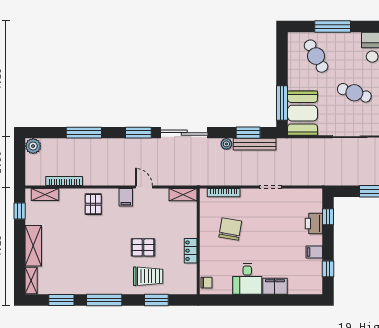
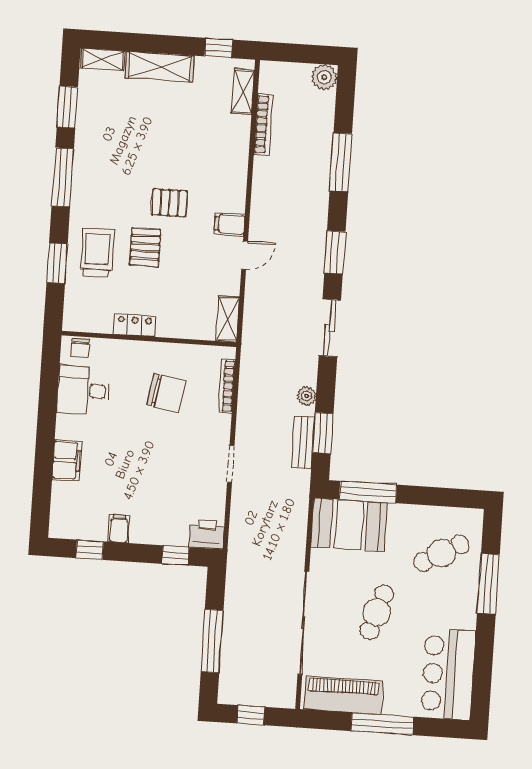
sliding door: (184, 133) -> (330, 328), width x0.73
bench: (255, 144) -> (303, 442), width x0.73
pallet: (93, 204) -> (169, 203), moved
printer: (314, 224) -> (207, 534), moved
trolley: (148, 276) -> (97, 252), turned 180
desk: (247, 279) -> (84, 390), moved

